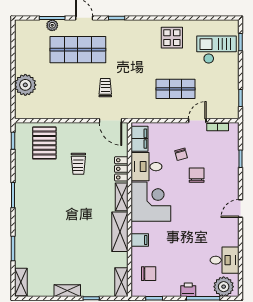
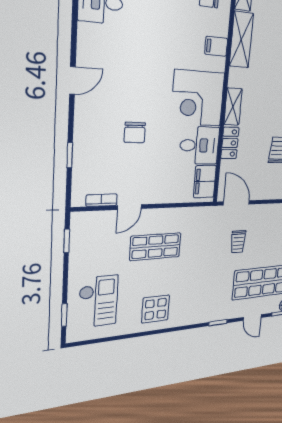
checkout: (217, 50) -> (98, 301), turned -90
chair: (181, 154) -> (154, 161), removed
shelving: (120, 232) -> (241, 40), moved

